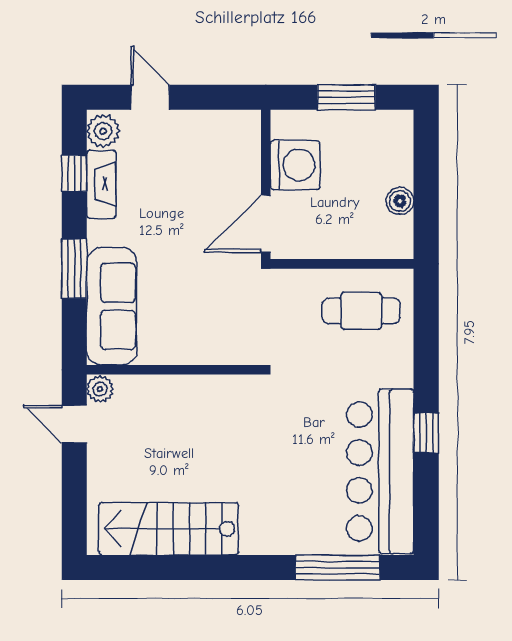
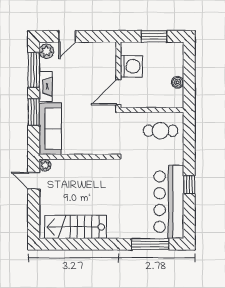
door: (150, 97) -> (67, 36), swing flipped
window: (74, 173) -> (34, 70), width x2.17
fireplace: (101, 184) -> (46, 86), moved

